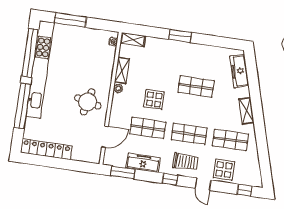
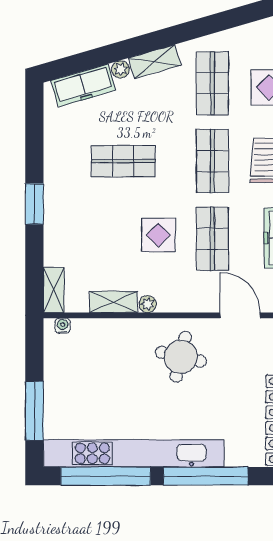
shop shelf: (196, 87) -> (123, 161), turned 90
plant: (245, 92) -> (121, 69), added

